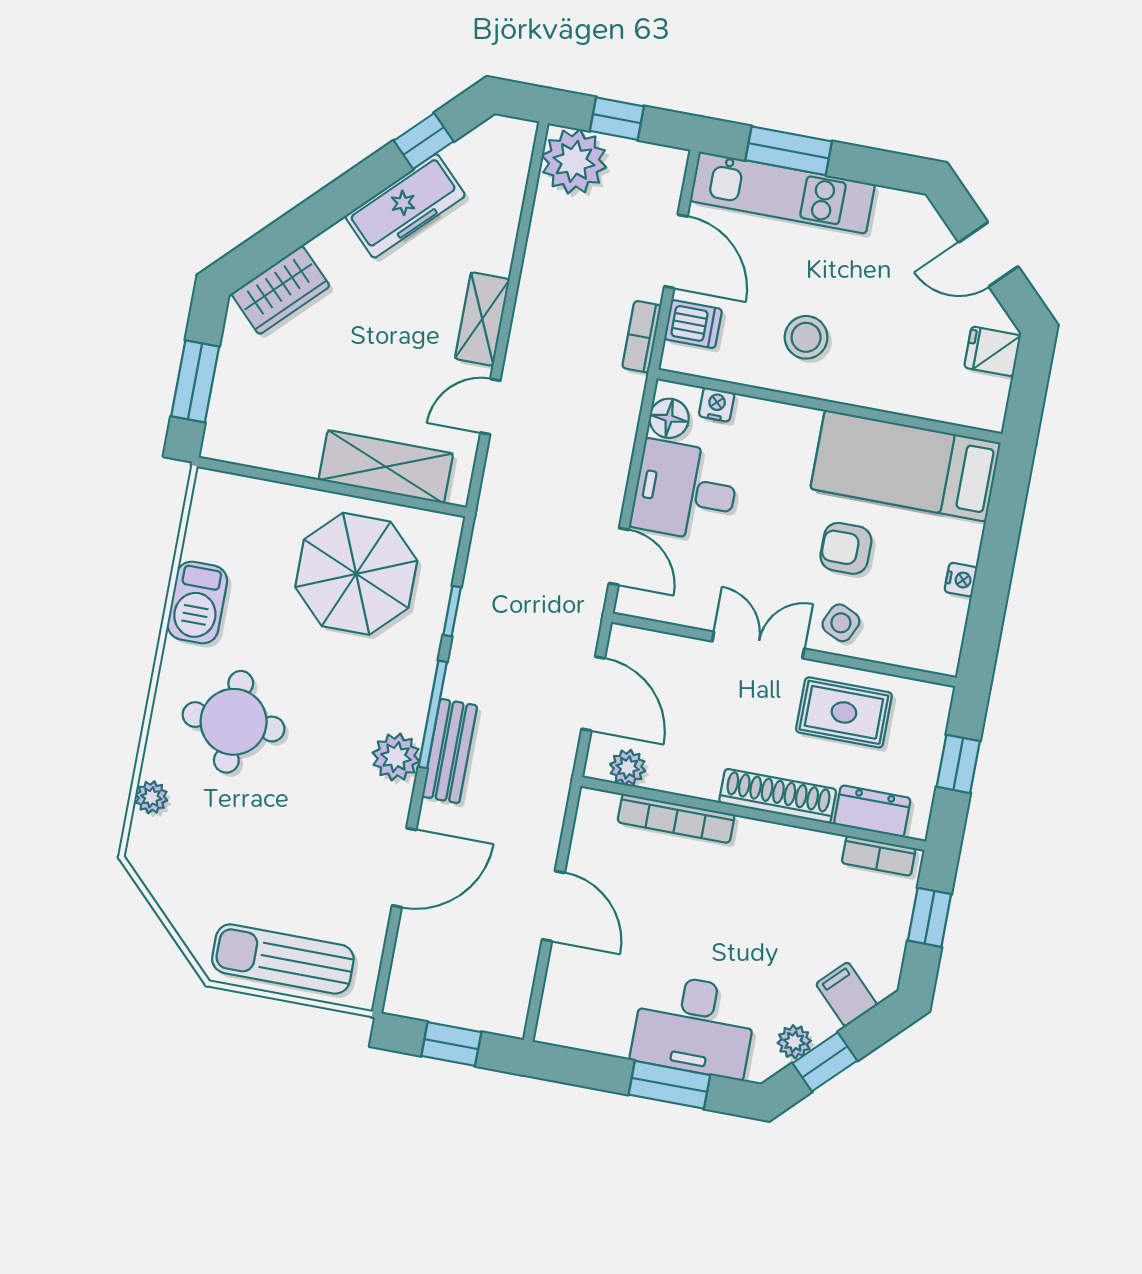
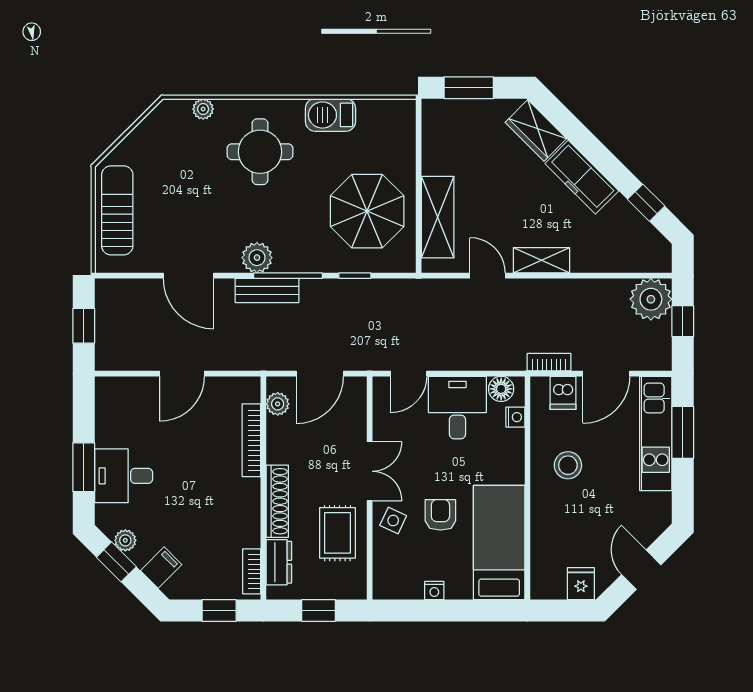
freezer: (405, 206) -> (582, 177), moved
desk: (694, 1026) -> (124, 476), width x0.73

